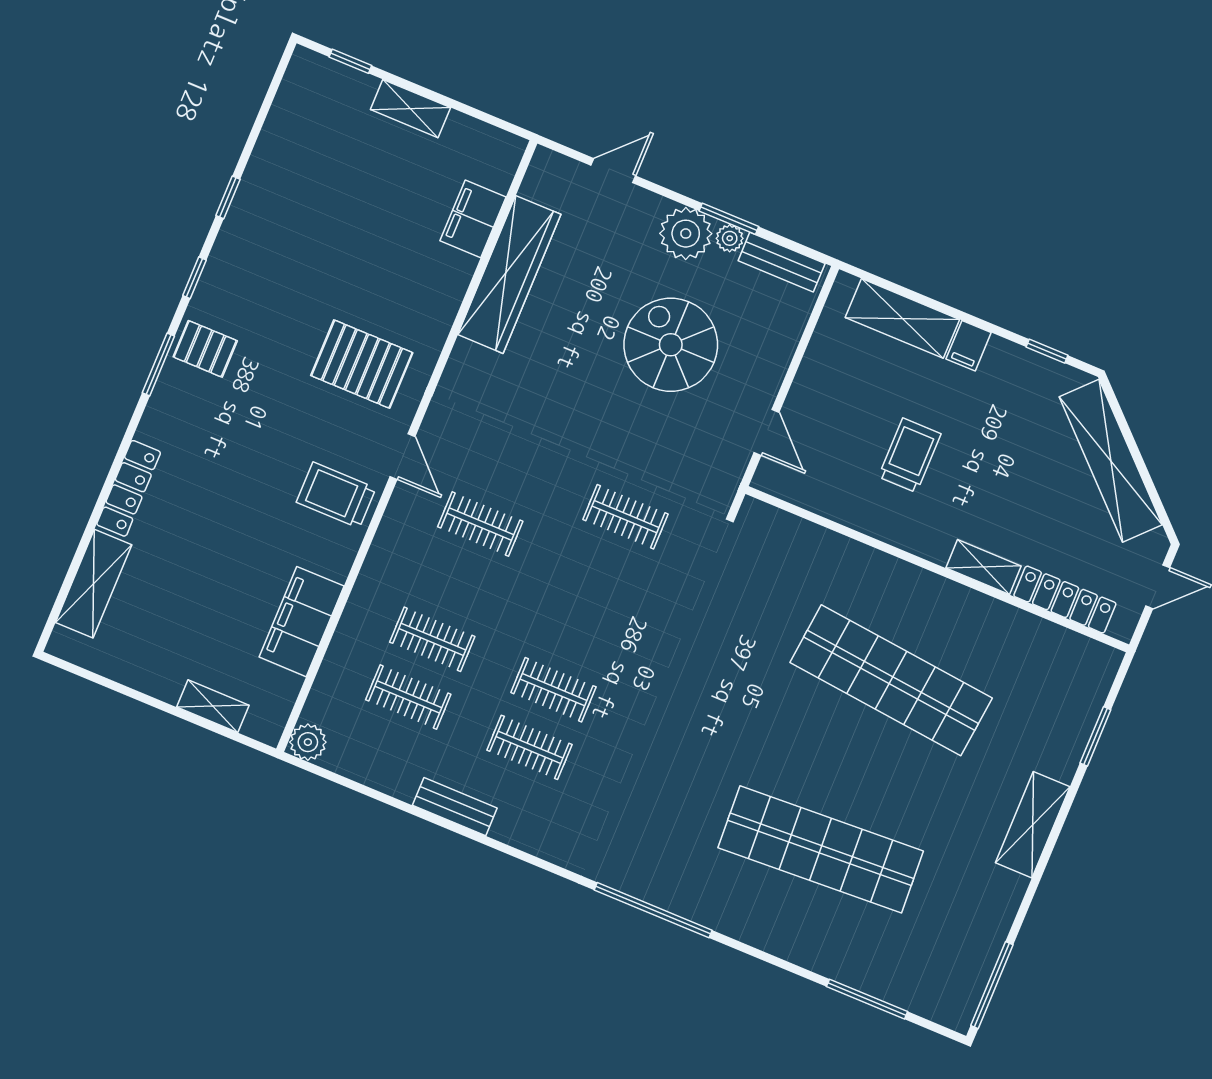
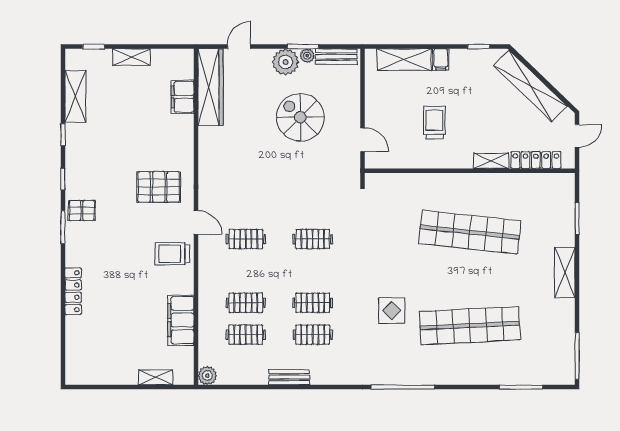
wardrobe: (509, 274) -> (210, 87), moved
clothes rail: (625, 517) -> (313, 239), moved
shelving: (94, 584) -> (75, 96), moved
display table: (690, 763) -> (392, 311), added

